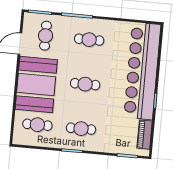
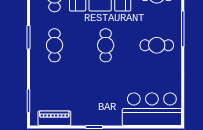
cafe table: (89, 40) -> (157, 45), turned 90
bar counter: (142, 71) -> (152, 109), width x0.54

